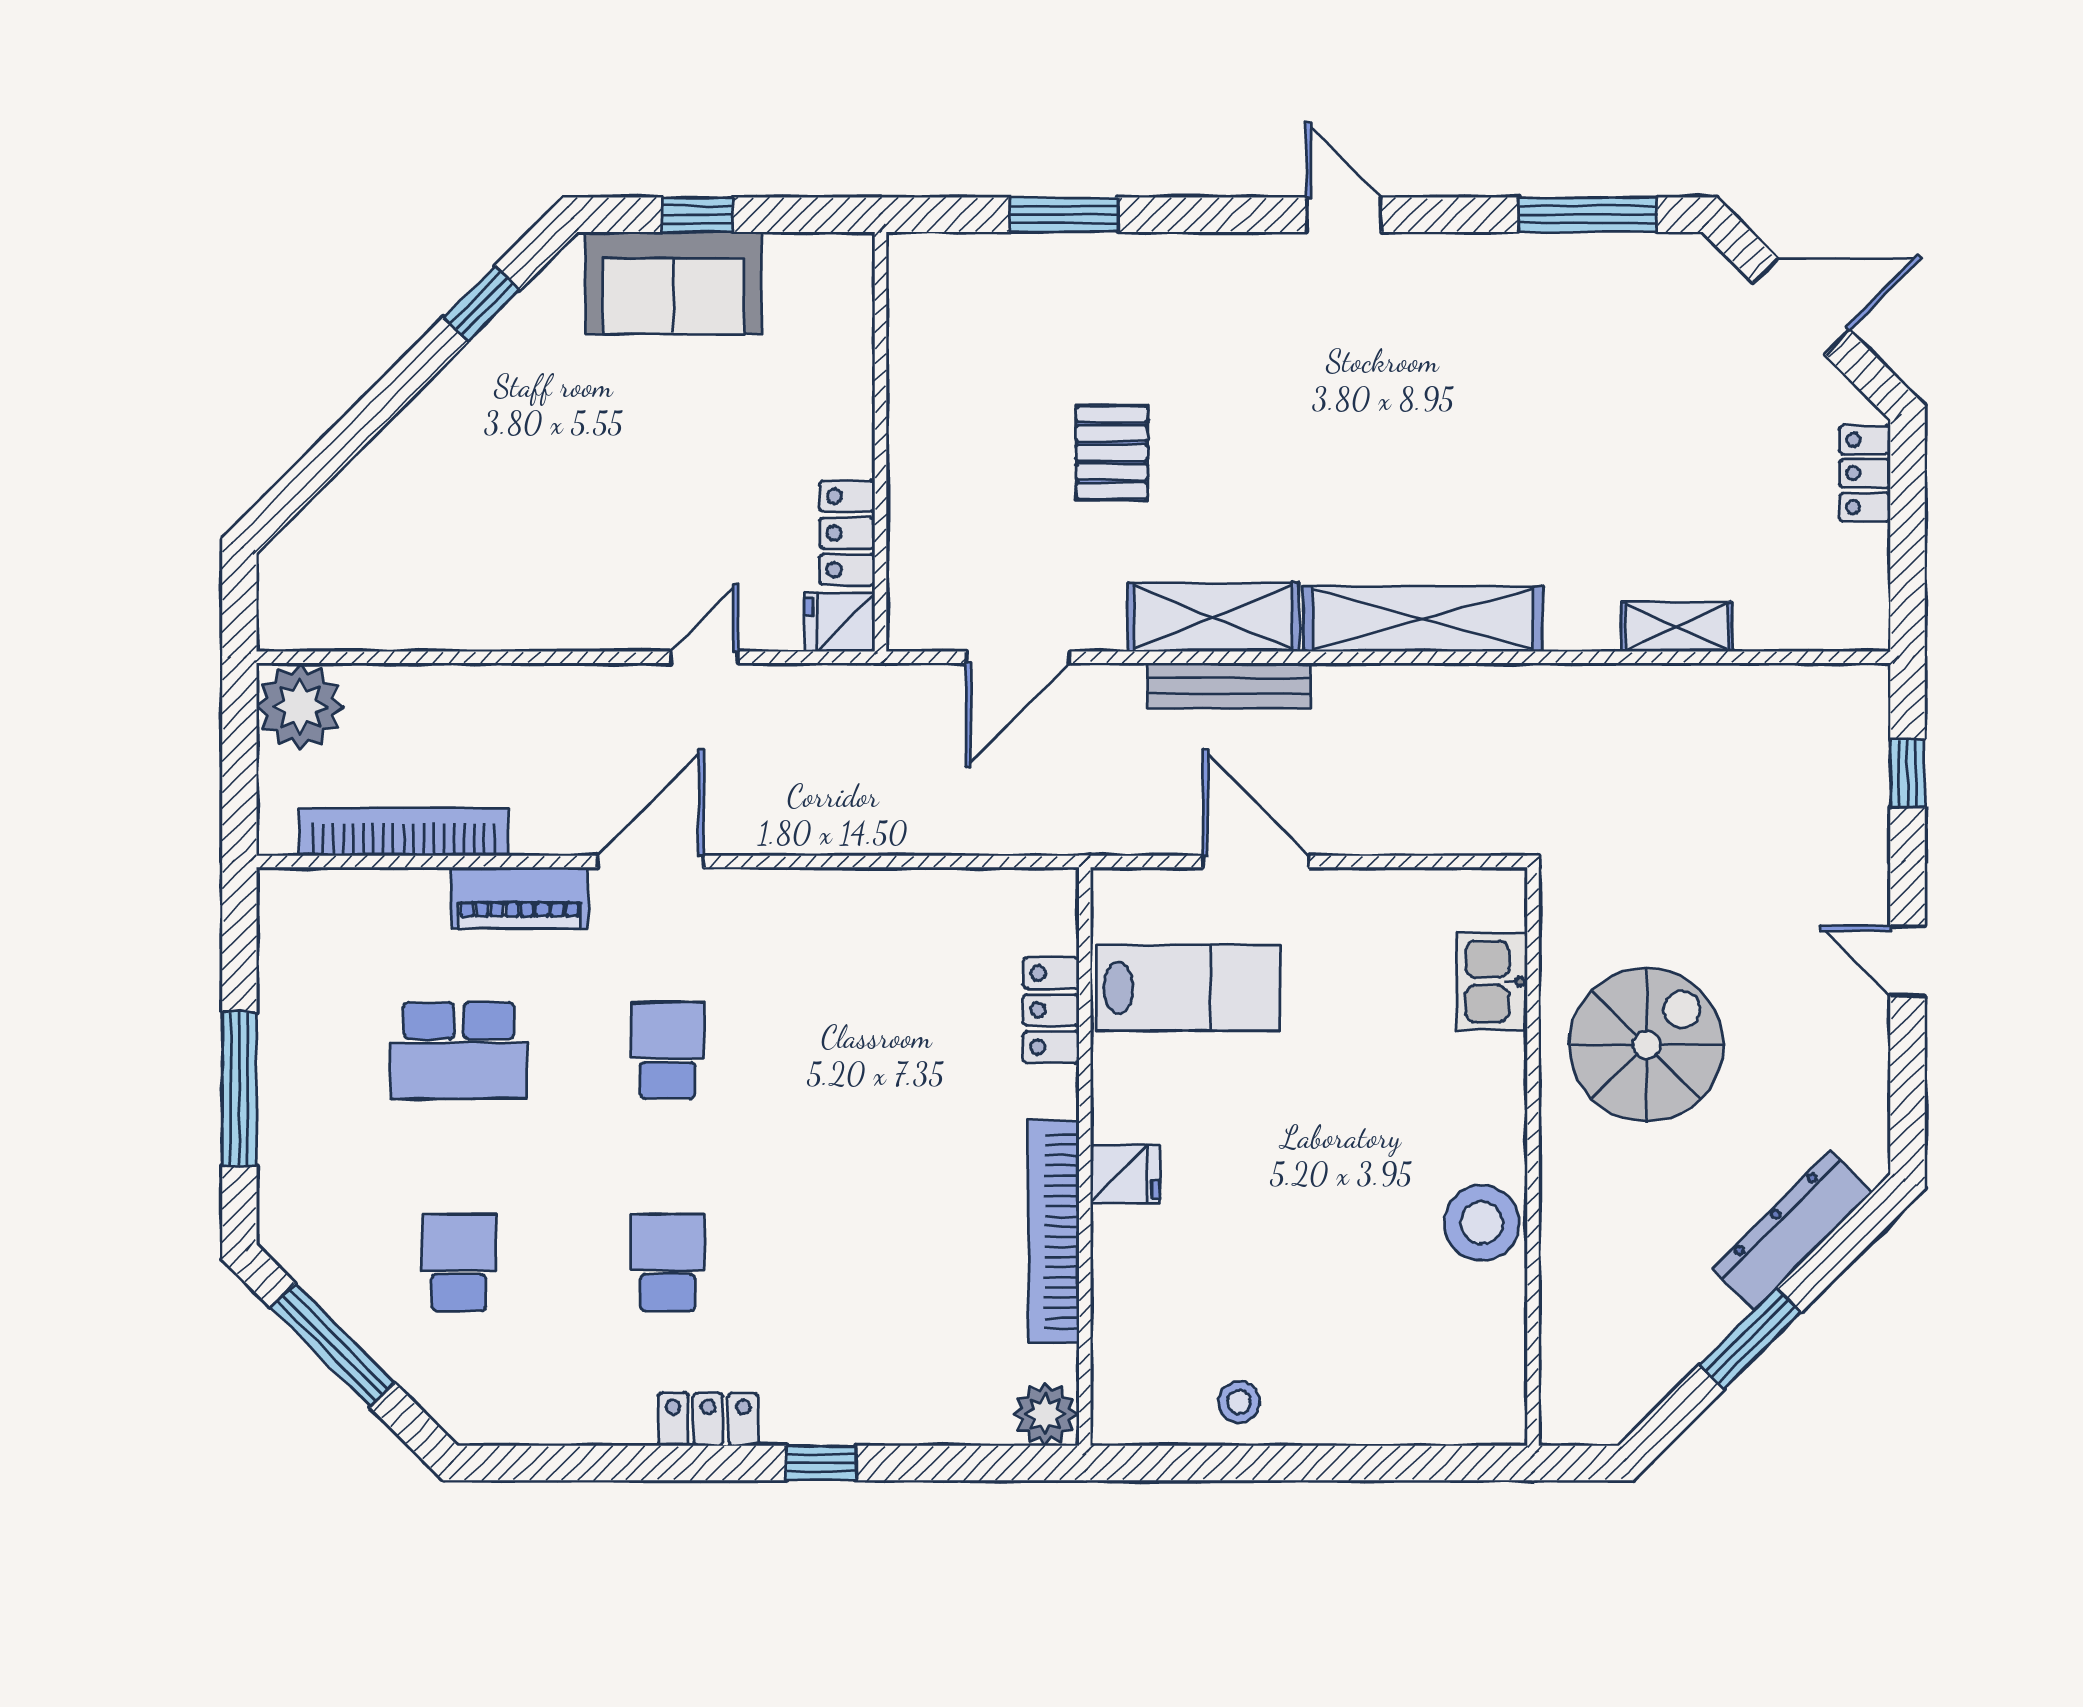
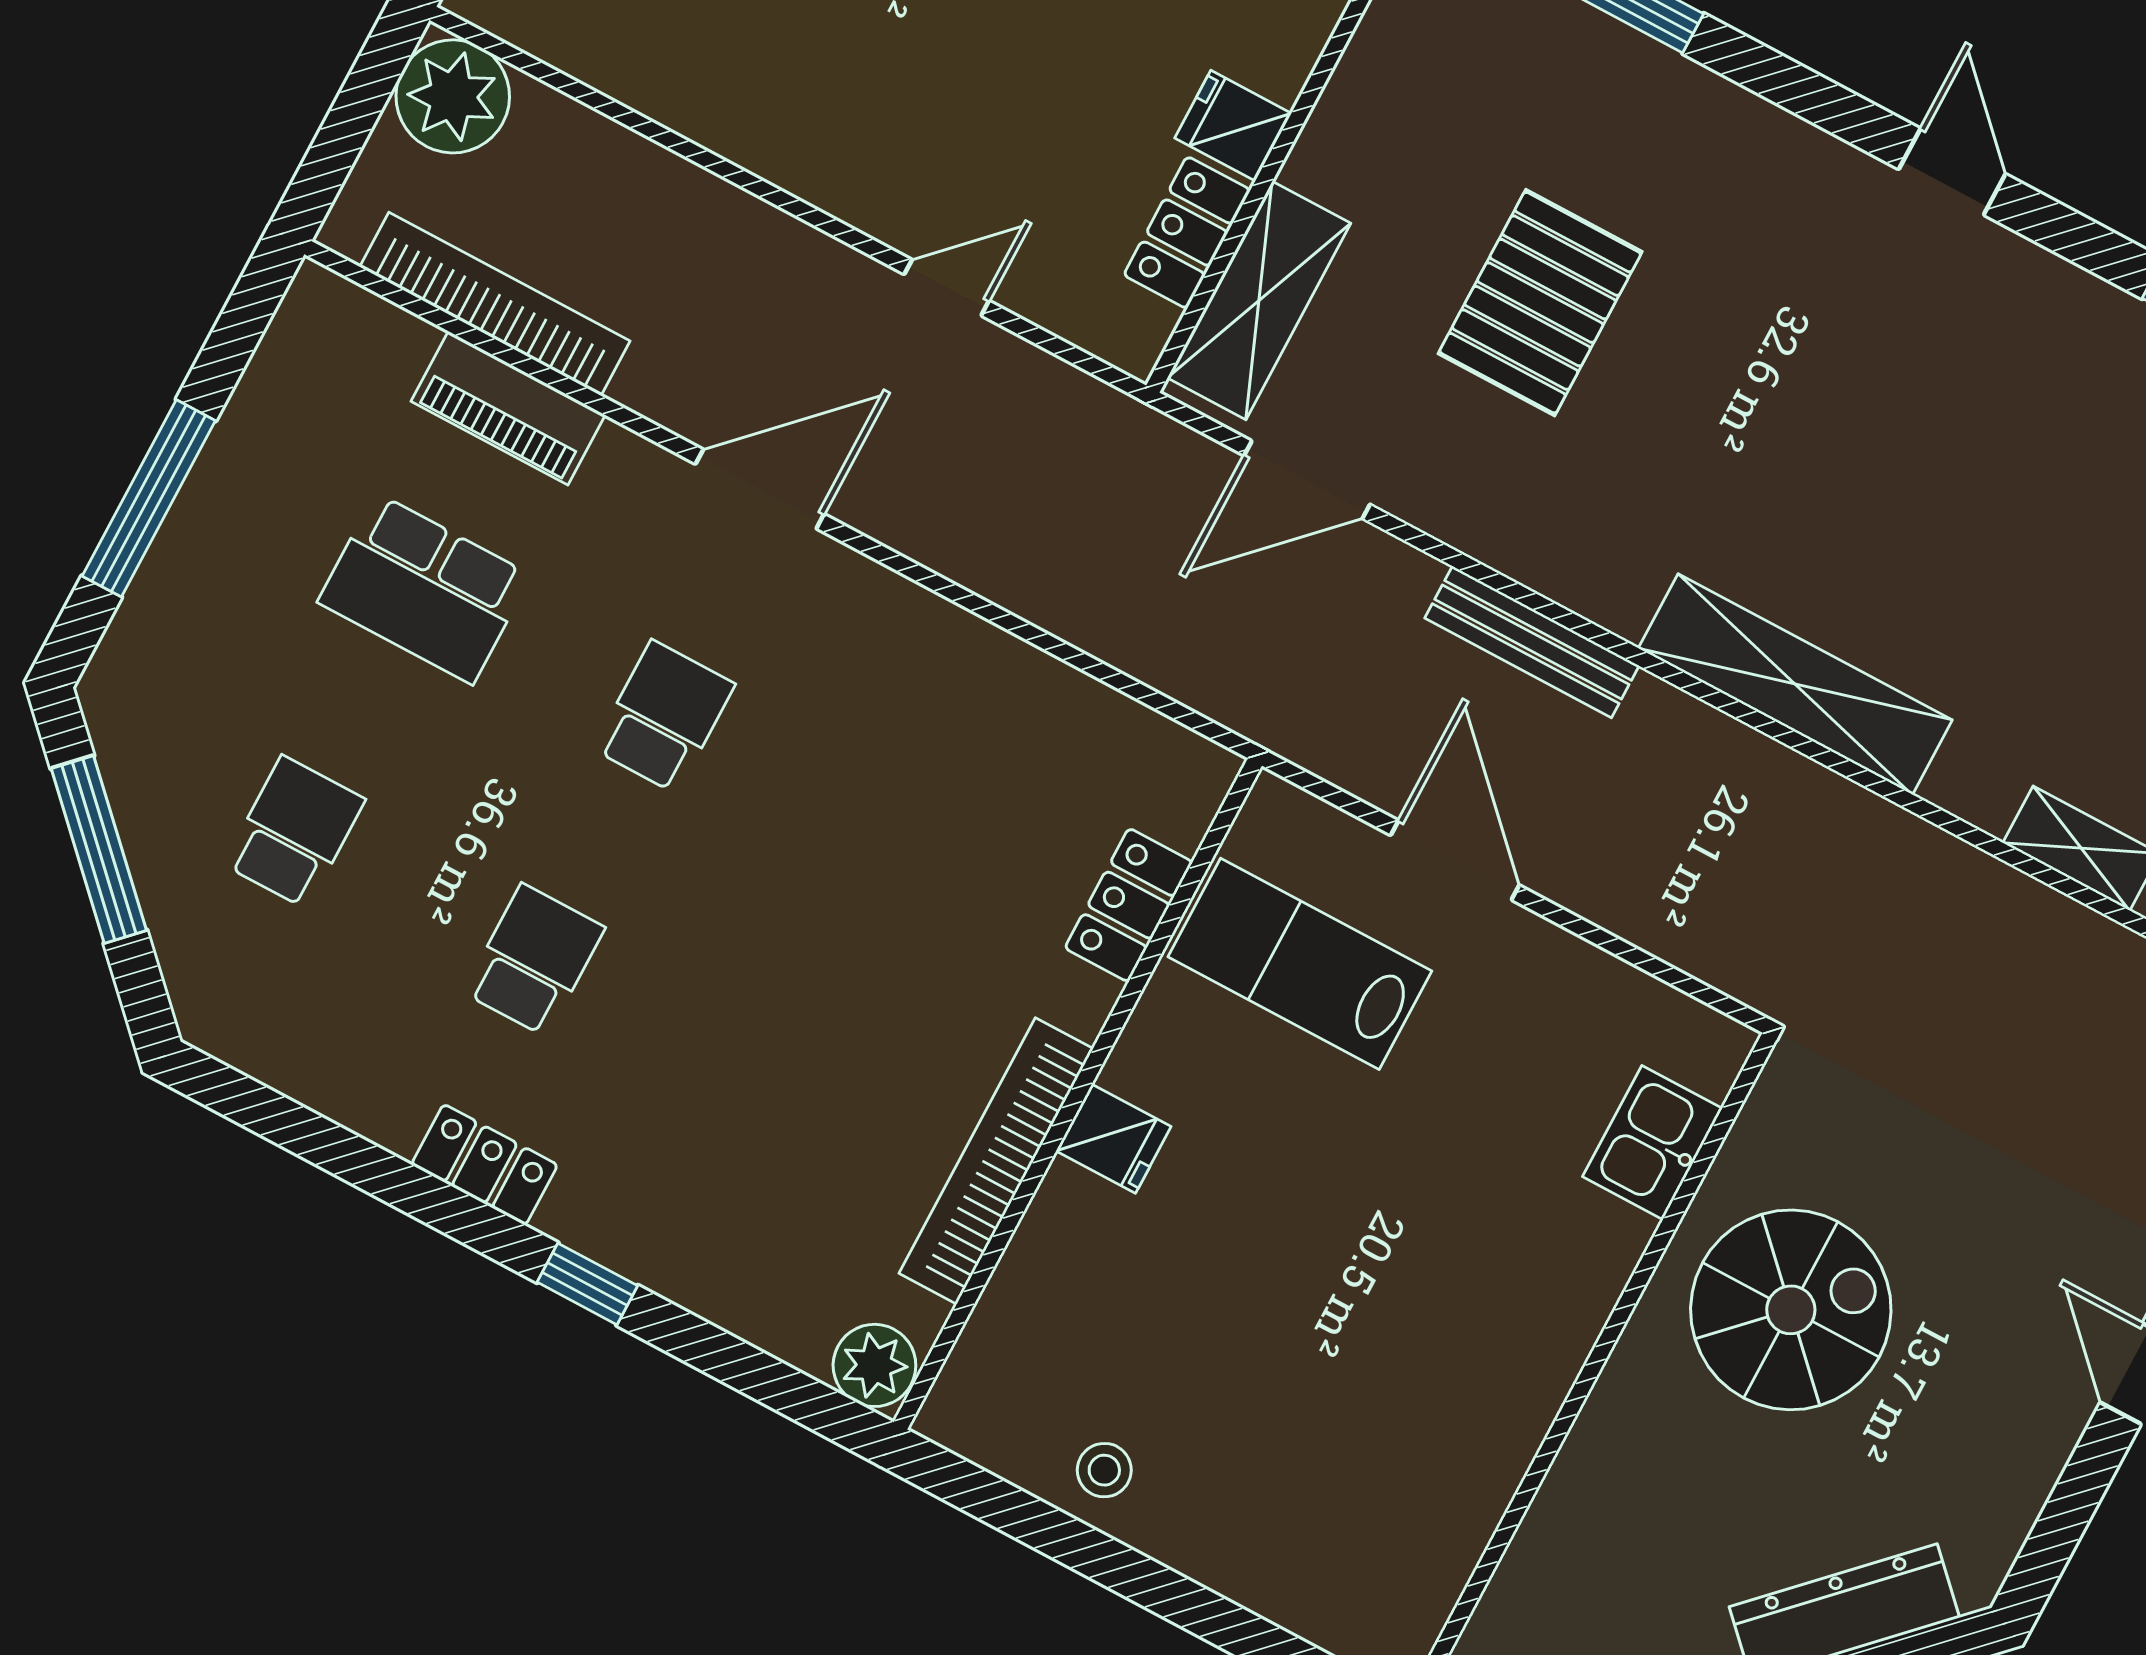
pallet: (1112, 453) -> (1540, 303), width x1.50, depth x1.42
shelving: (1213, 617) -> (1259, 300), moved, turned 90
fridge: (840, 622) -> (1233, 126), moved
piano: (520, 898) -> (508, 408), moved
lab bench: (1188, 988) -> (1300, 964), turned 180
stool: (1482, 1223) -> (1493, 1413), removed

